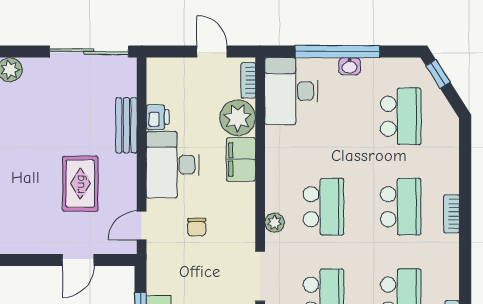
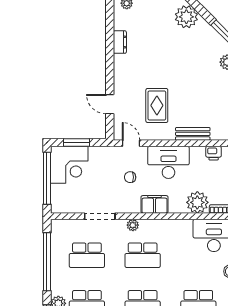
printer: (158, 117) -> (214, 153), moved
filing cabinet: (241, 159) -> (155, 204), moved
rug: (80, 184) -> (157, 105), turned 90

